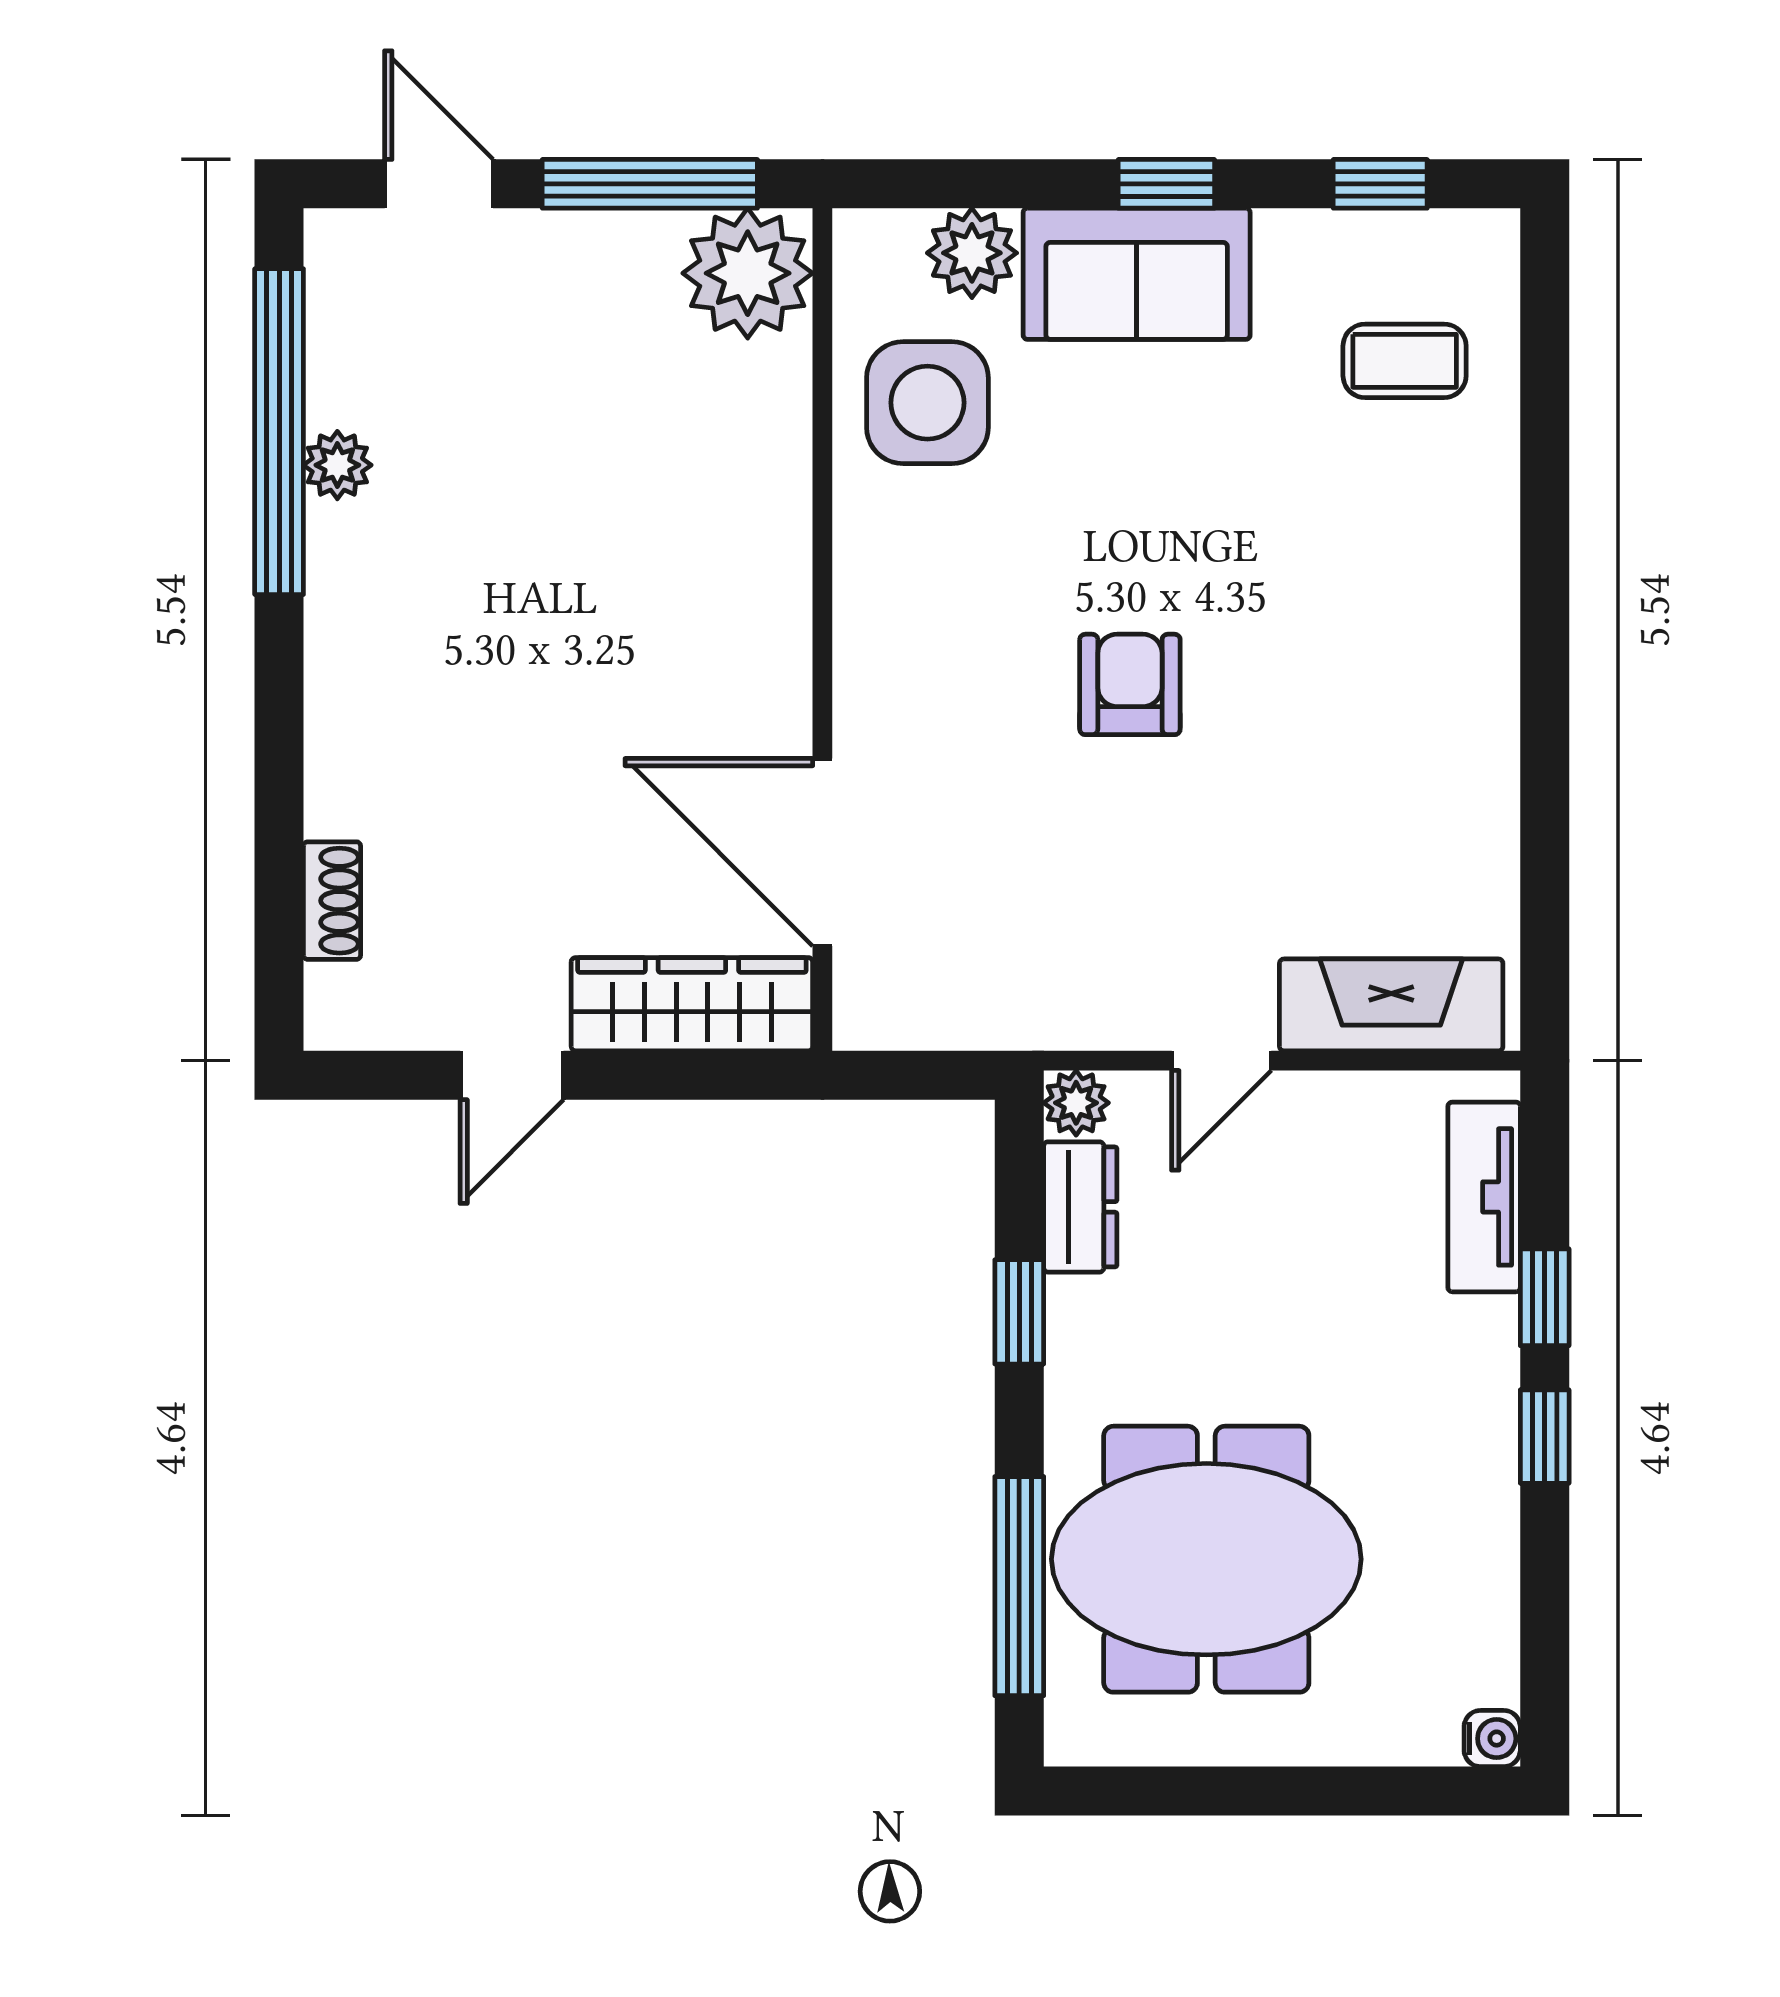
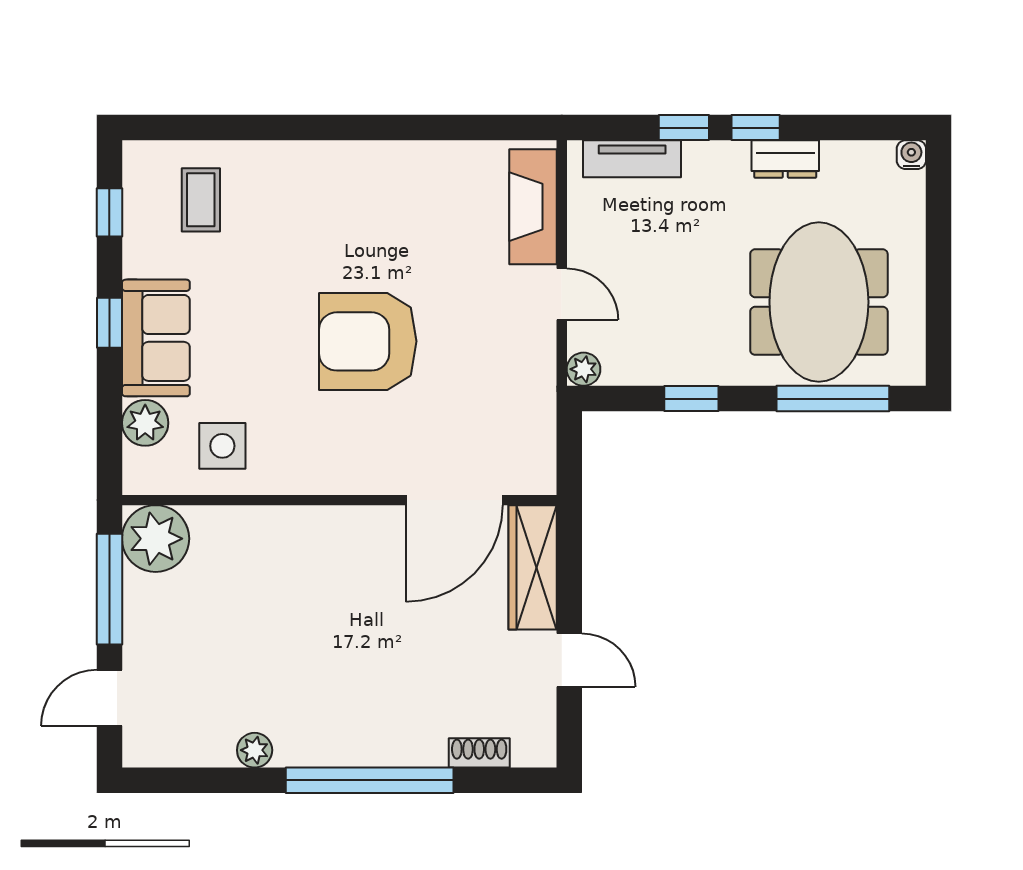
side table: (927, 403) -> (222, 446), width x0.73, depth x0.73
window: (279, 432) -> (370, 780), moved
armchair: (1130, 684) -> (368, 341), width x1.88, depth x1.88
dresser: (1080, 1207) -> (785, 159), moved, turned 180

